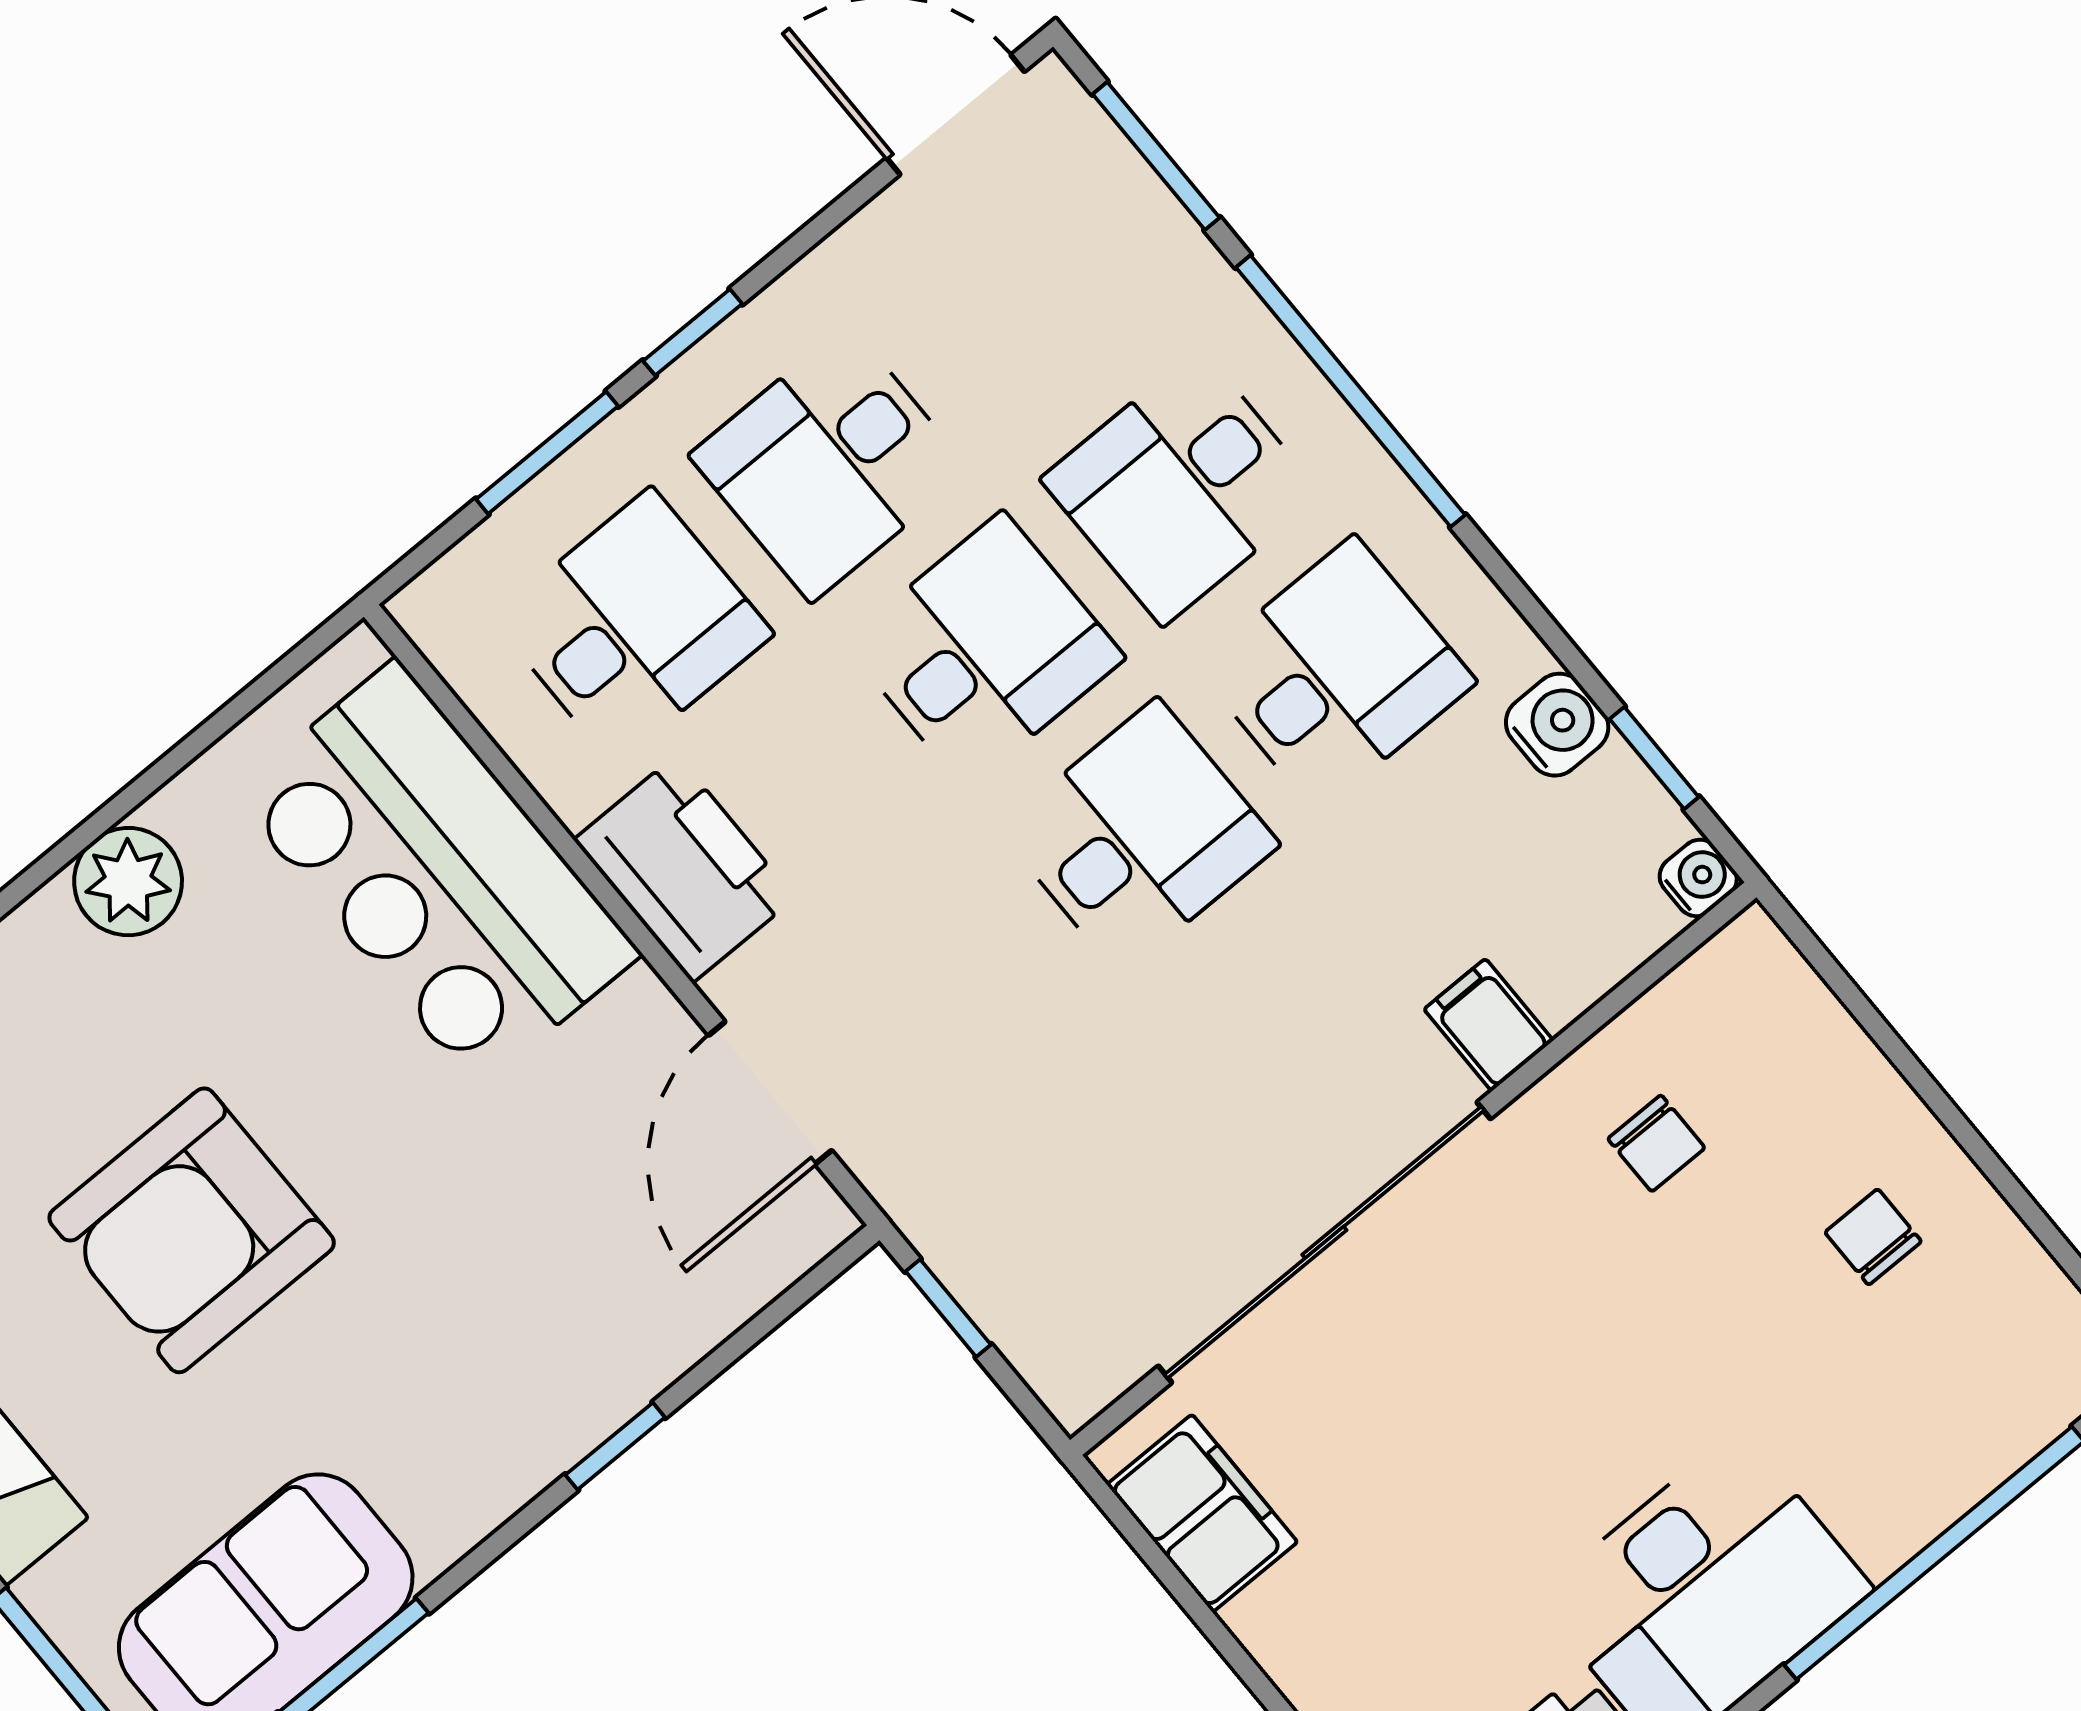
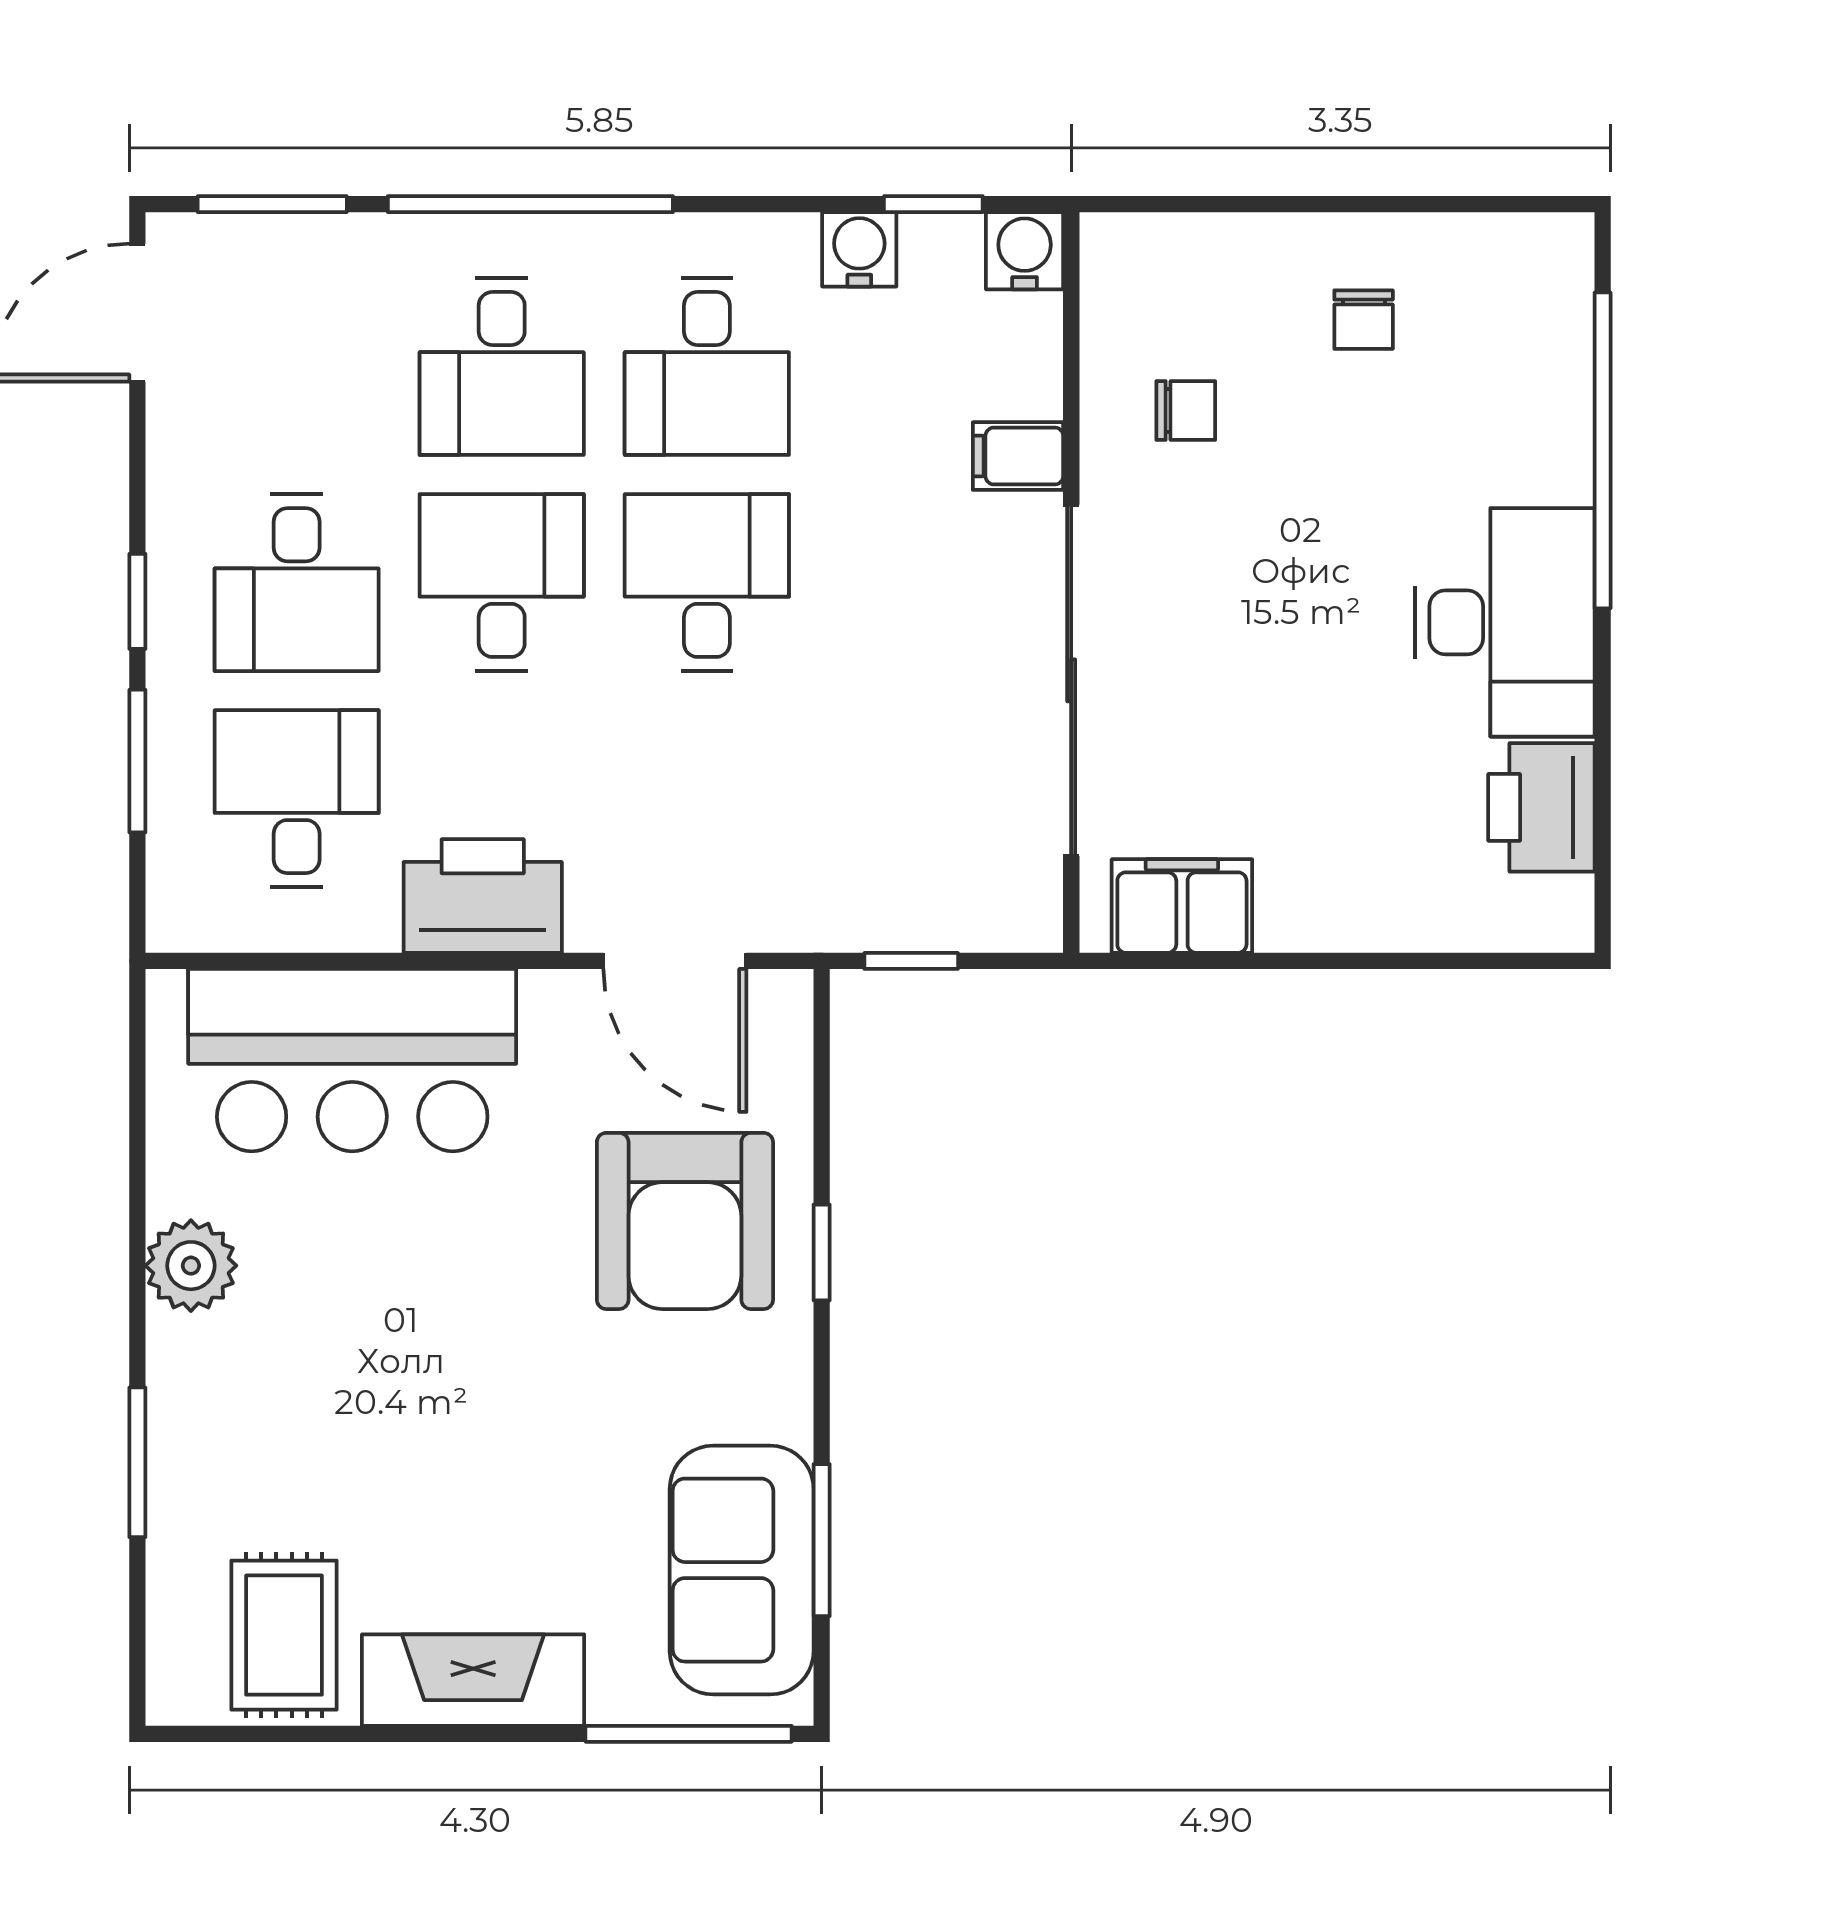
desk: (1336, 674) -> (707, 366), turned 180
water cooler: (1698, 878) -> (1025, 251), width x1.38, depth x1.38
armchair: (192, 1230) -> (685, 1221), moved
chair: (1873, 1237) -> (1364, 320), turned -90

